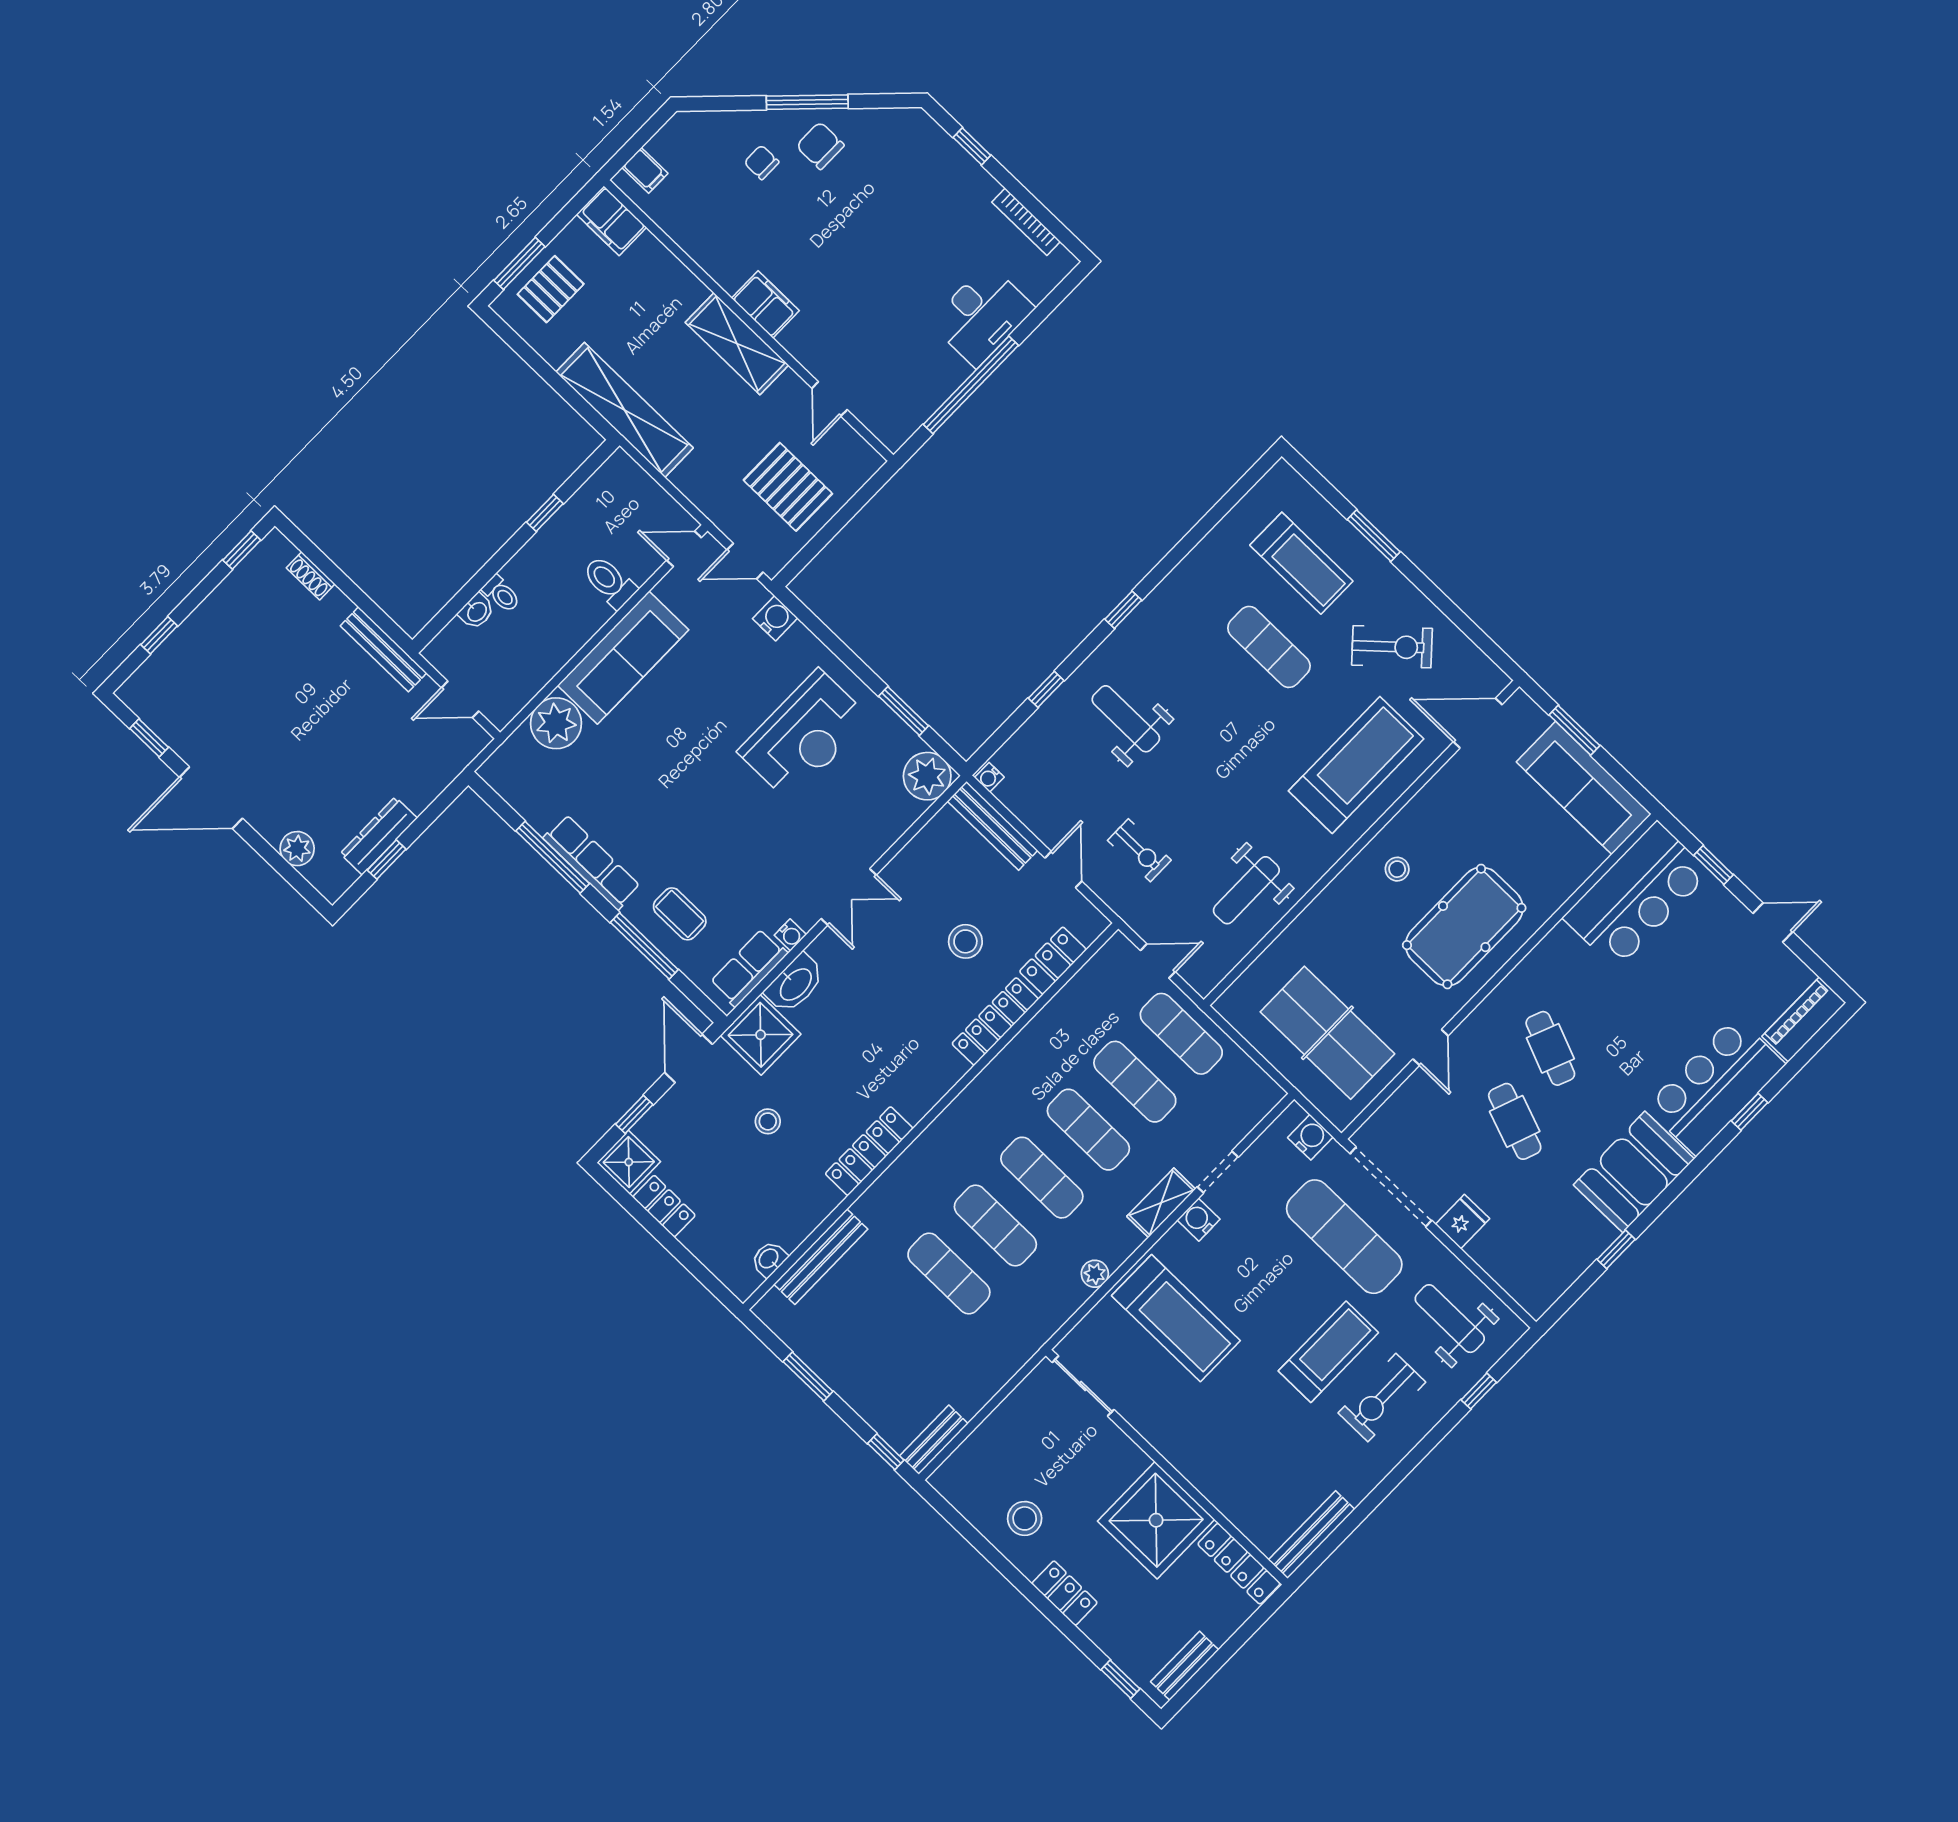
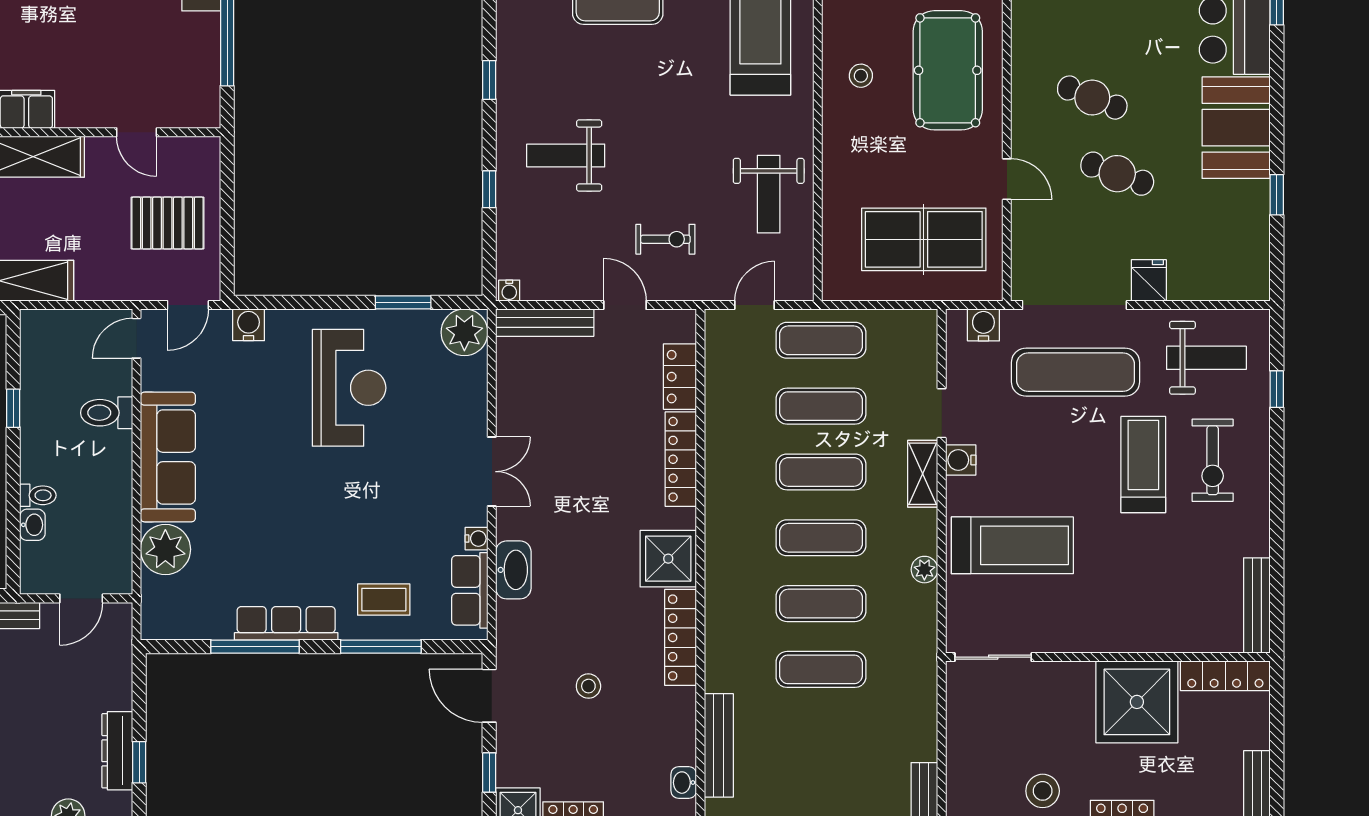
stool: (965, 941) -> (605, 423), removed
shower: (761, 1035) -> (668, 559), moved
weight bench: (1450, 1319) -> (1206, 358), turned 180

